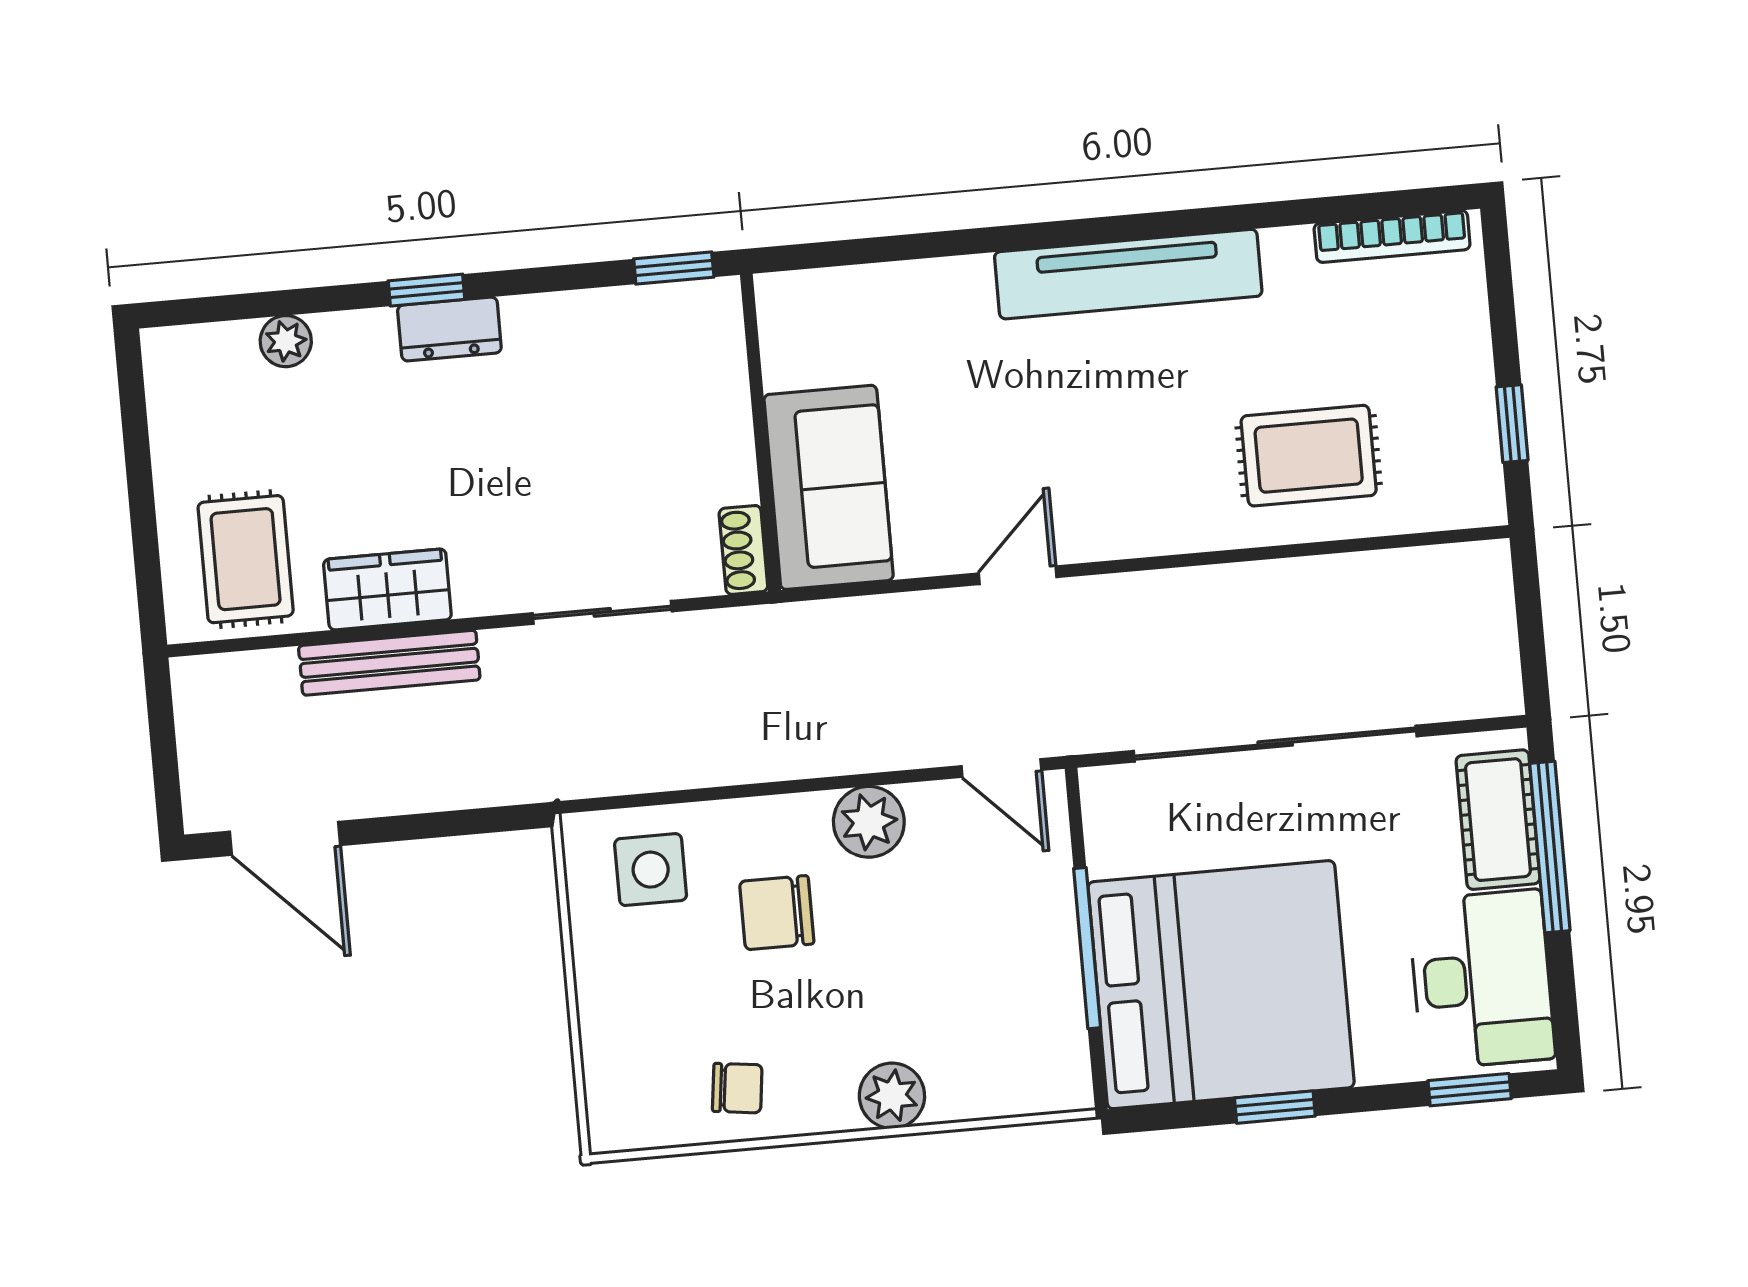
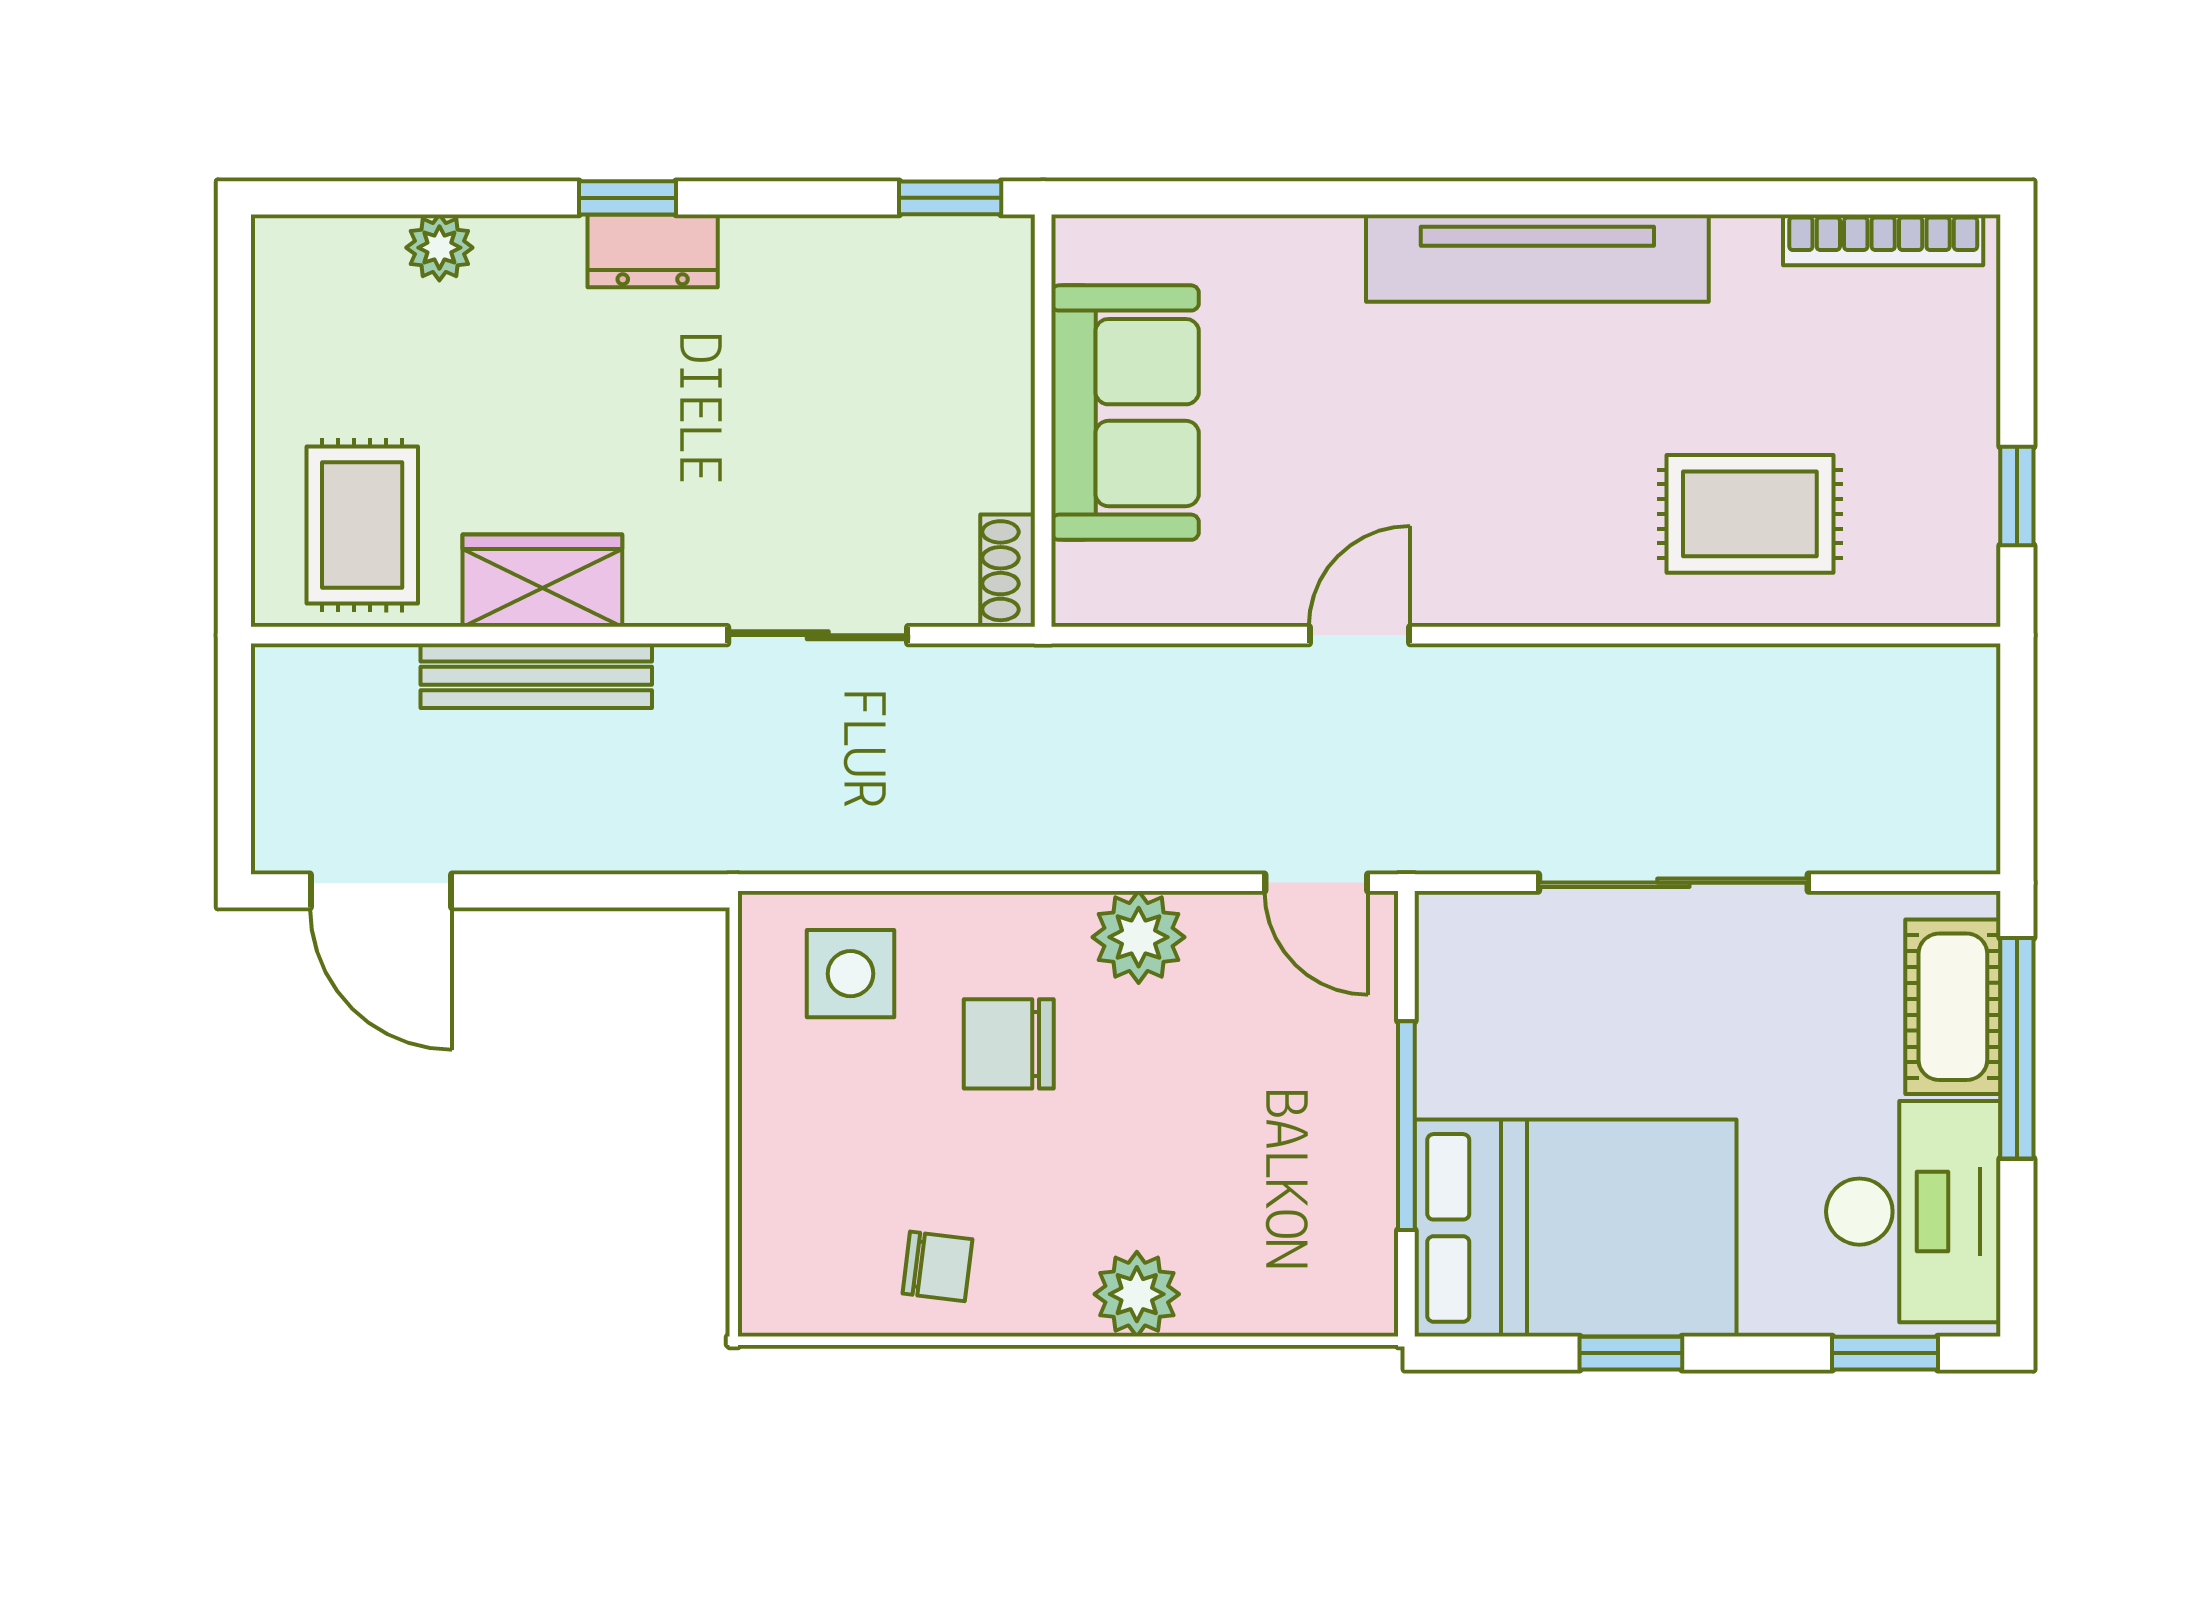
sofa: (829, 487) -> (1125, 413), moved
sliding door: (1275, 744) -> (1673, 883), width x0.73
bed: (1221, 985) -> (1575, 1228), width x0.73

